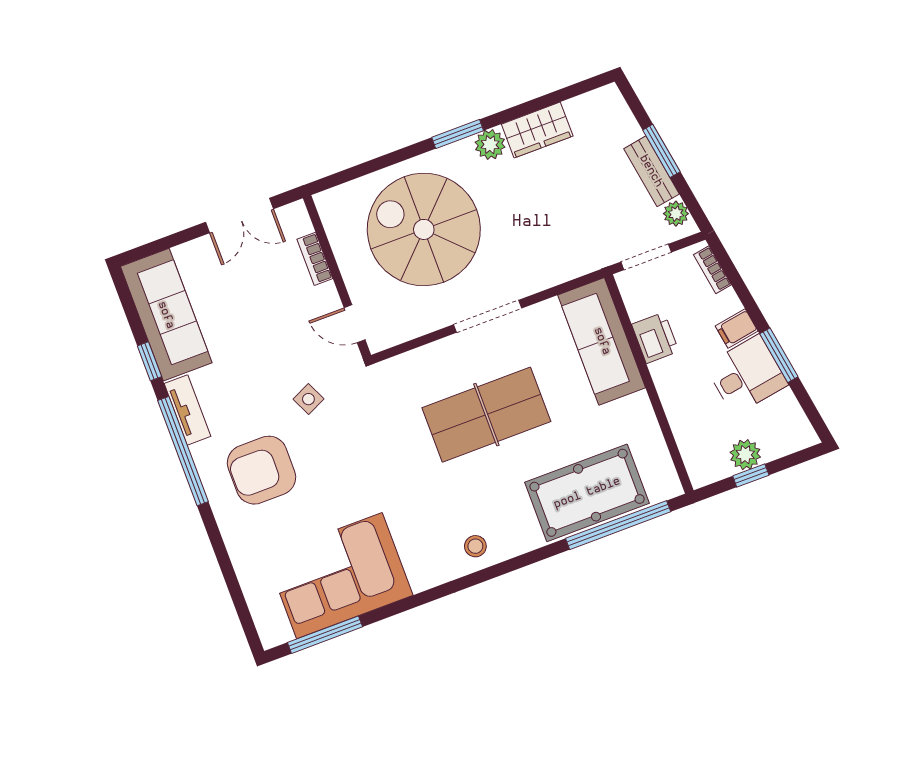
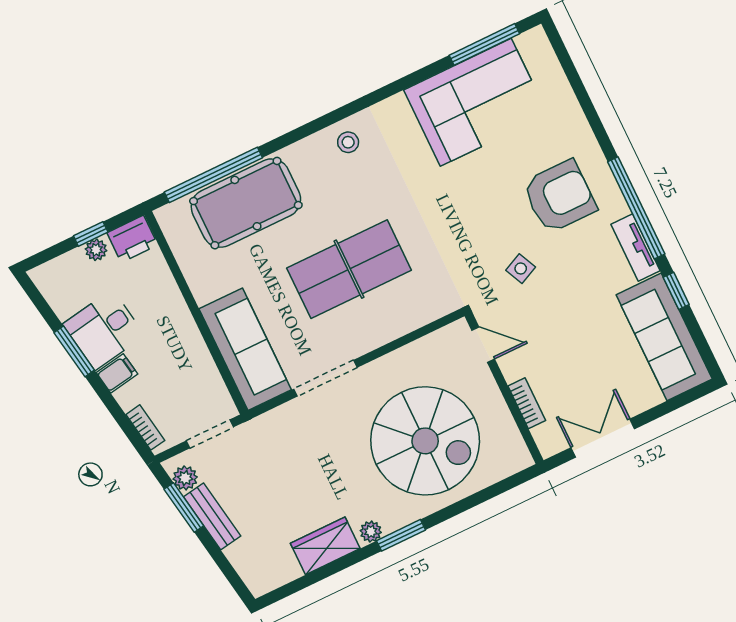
plant: (490, 145) -> (371, 532), width x0.73, depth x0.73
window: (661, 151) -> (184, 508), moved
doorway: (488, 316) -> (325, 378), moved
printer: (655, 338) -> (132, 239), moved, turned -90
plant: (745, 455) -> (96, 250), width x0.73, depth x0.73

